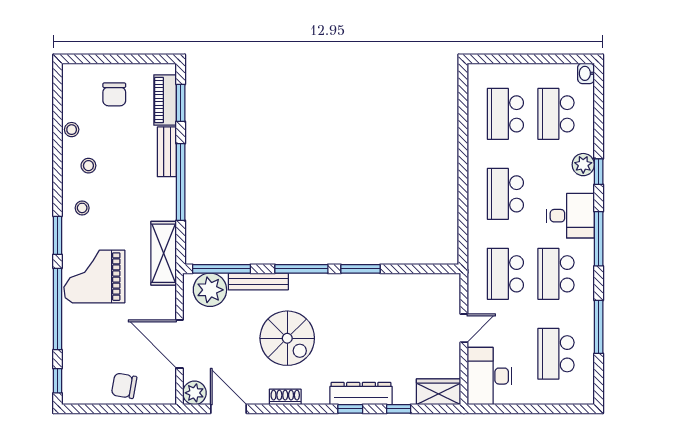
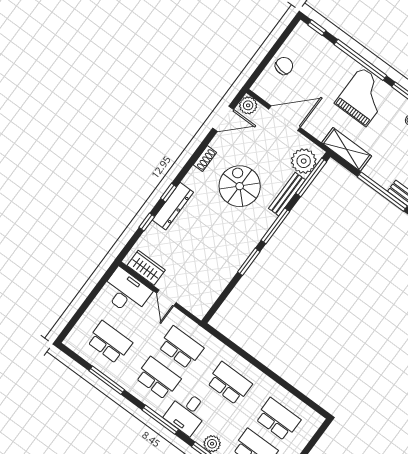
spiral stairs: (287, 338) -> (240, 186), turned 90
wardrobe: (439, 392) -> (146, 268), moved, turned -90

